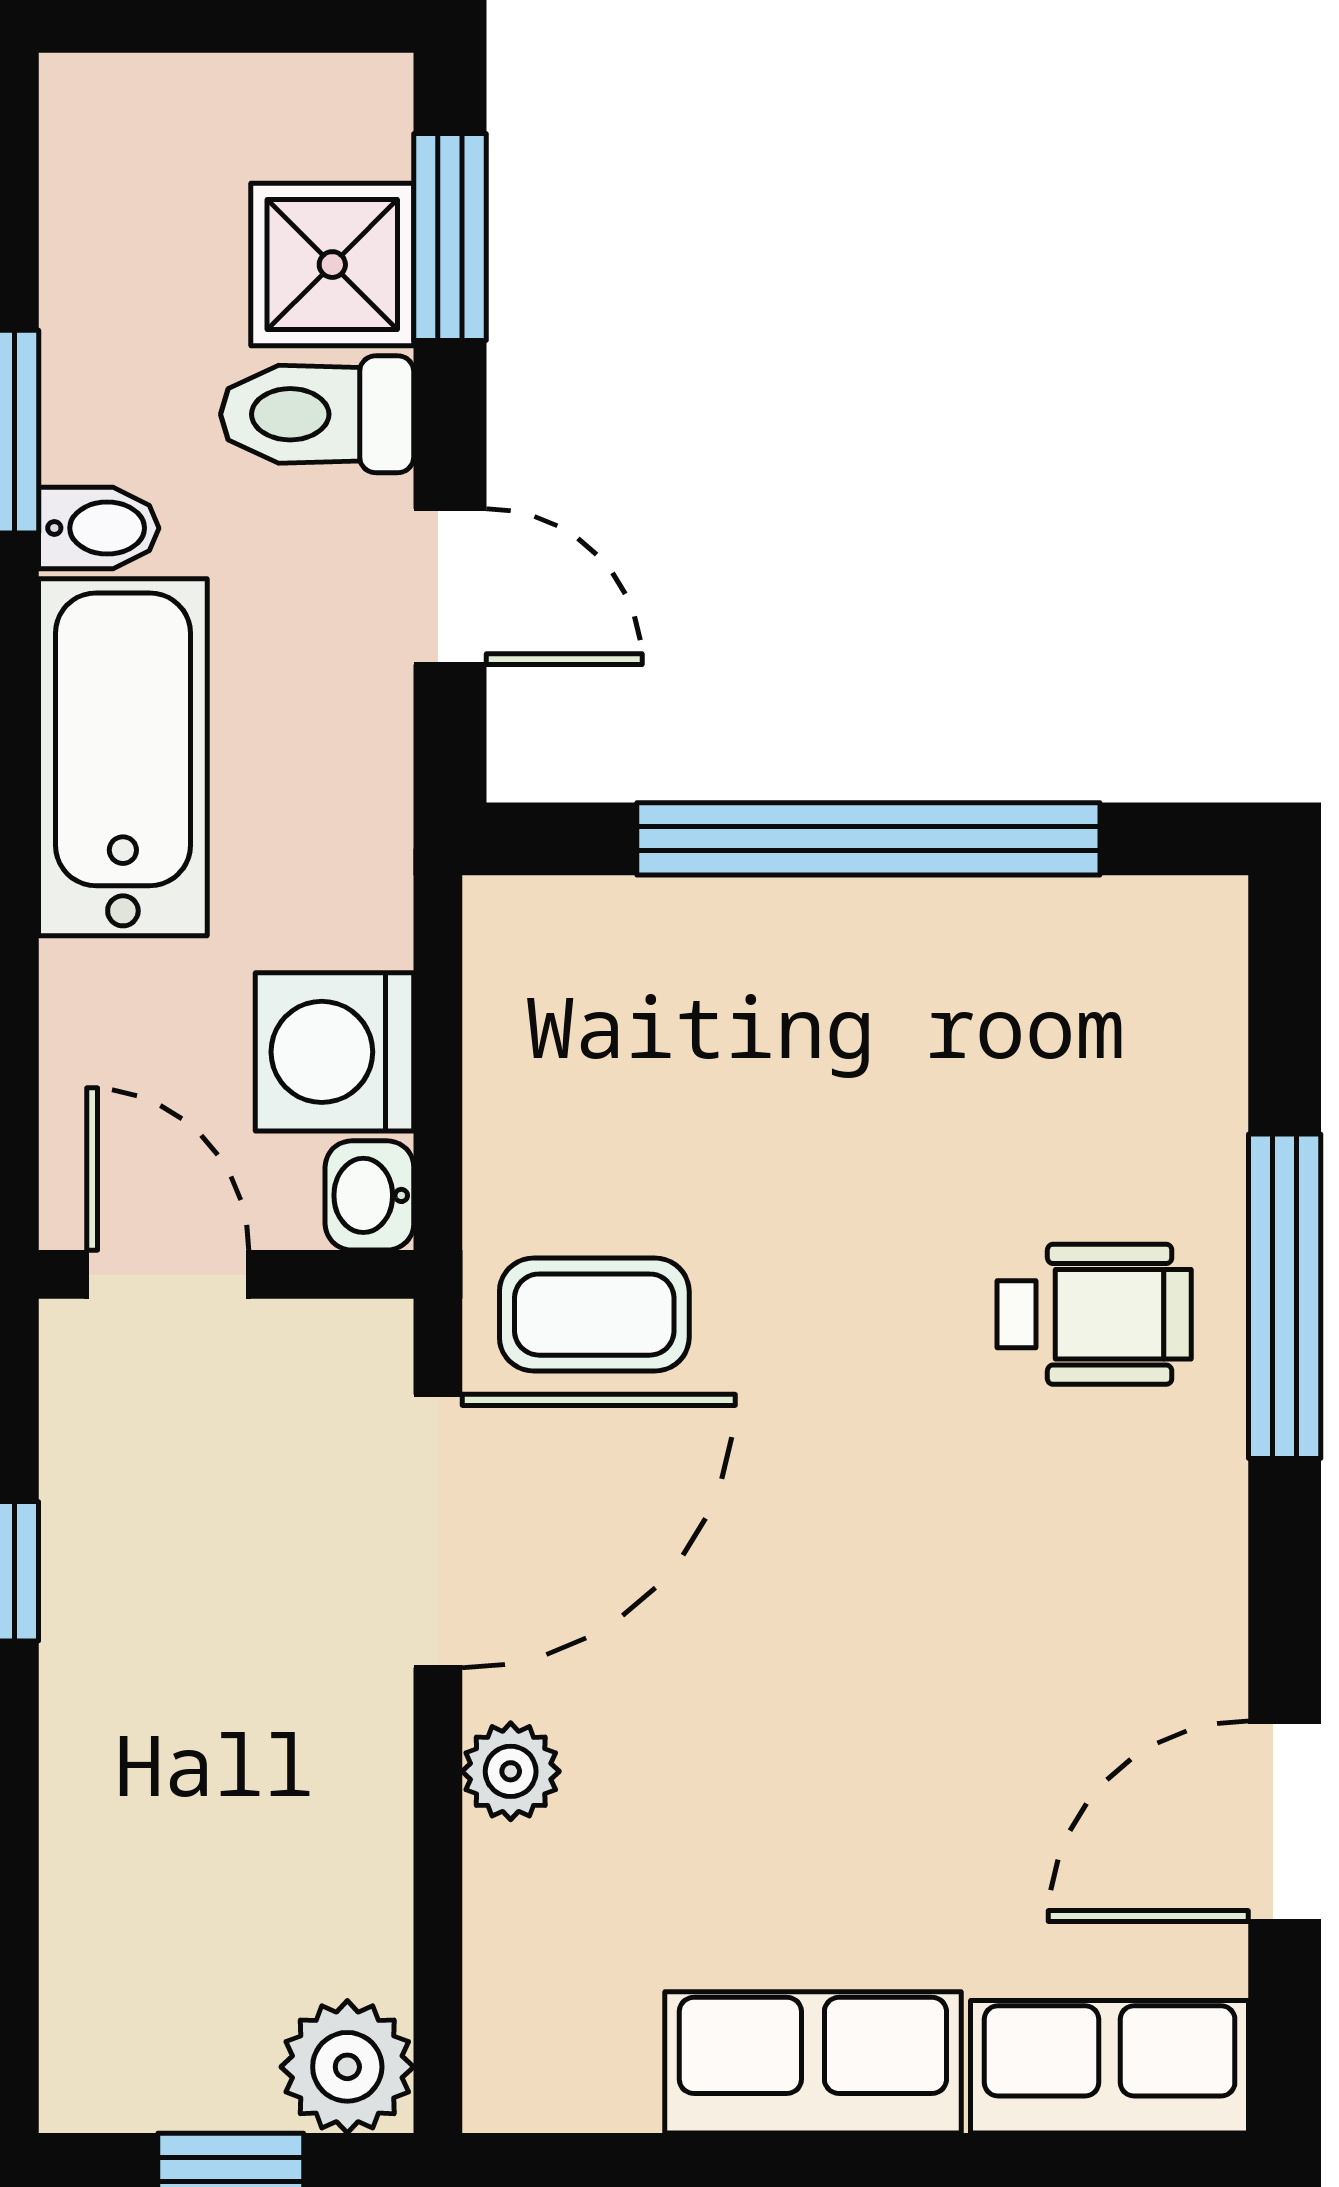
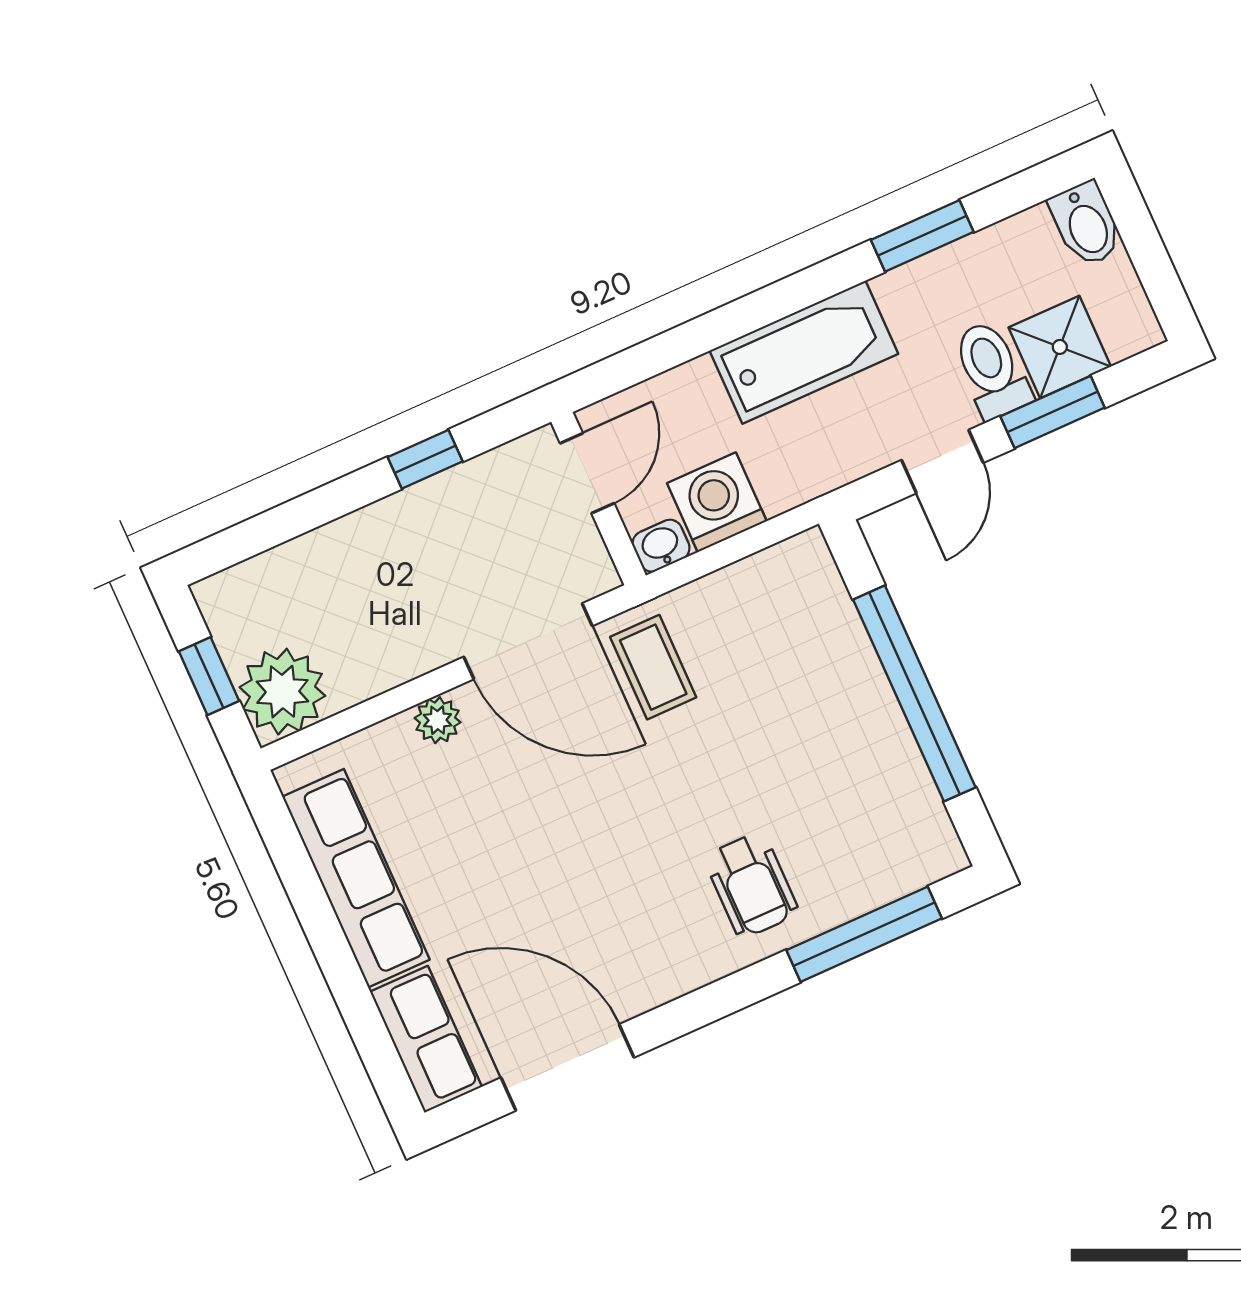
window: (450, 237) -> (1053, 412), moved
bidet: (99, 528) -> (1086, 224), moved, width x1.38, depth x1.36
window: (1285, 1296) -> (864, 934), moved
door: (1285, 1821) -> (567, 1068), width x1.36
row of seats: (813, 2062) -> (356, 878), width x1.48
plant: (347, 2067) -> (282, 692), width x1.36, depth x1.36

